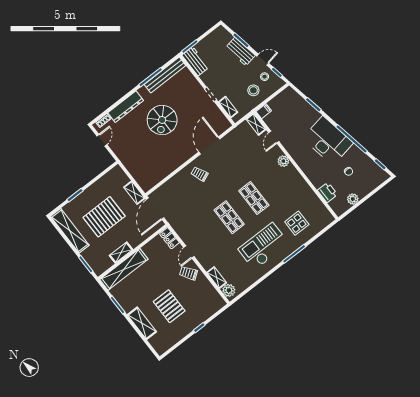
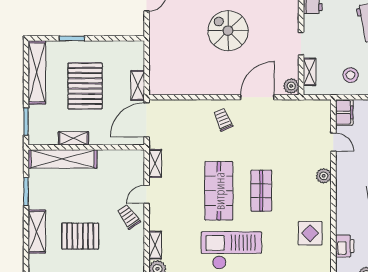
filing cabinet: (264, 111) -> (344, 112), width x2.00
spiral stairs: (162, 120) -> (228, 31), turned 90
plant: (224, 124) -> (291, 86), added
shelving: (256, 124) -> (155, 163), moved
door: (274, 137) -> (333, 142), swing flipped
pallet: (104, 217) -> (85, 86), turned 90
shop shelf: (229, 217) -> (219, 191), width x1.43, depth x1.36
display table: (297, 223) -> (310, 233), moved
locker: (169, 238) -> (137, 163), removed
pallet: (169, 306) -> (80, 236), turned 90

